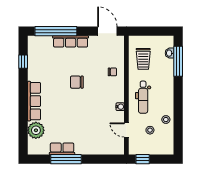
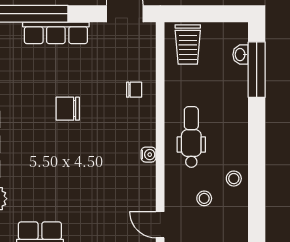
trolley: (143, 59) -> (188, 45), moved
dental chair: (143, 97) -> (191, 137), turned 180
door: (126, 130) -> (160, 225), moved

